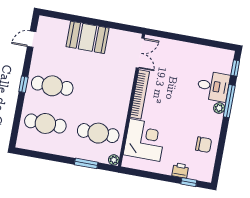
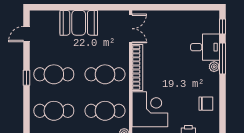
cafe table: (105, 95) -> (105, 74), added

